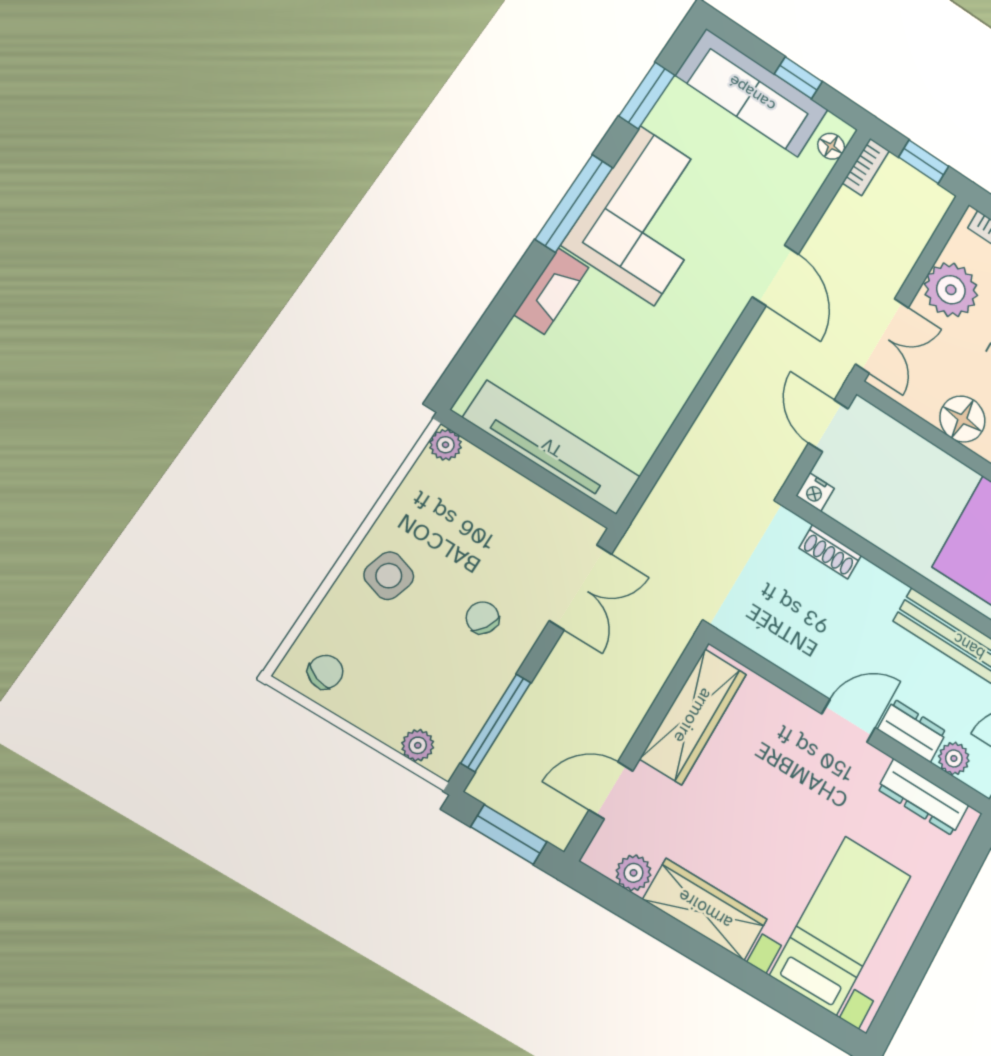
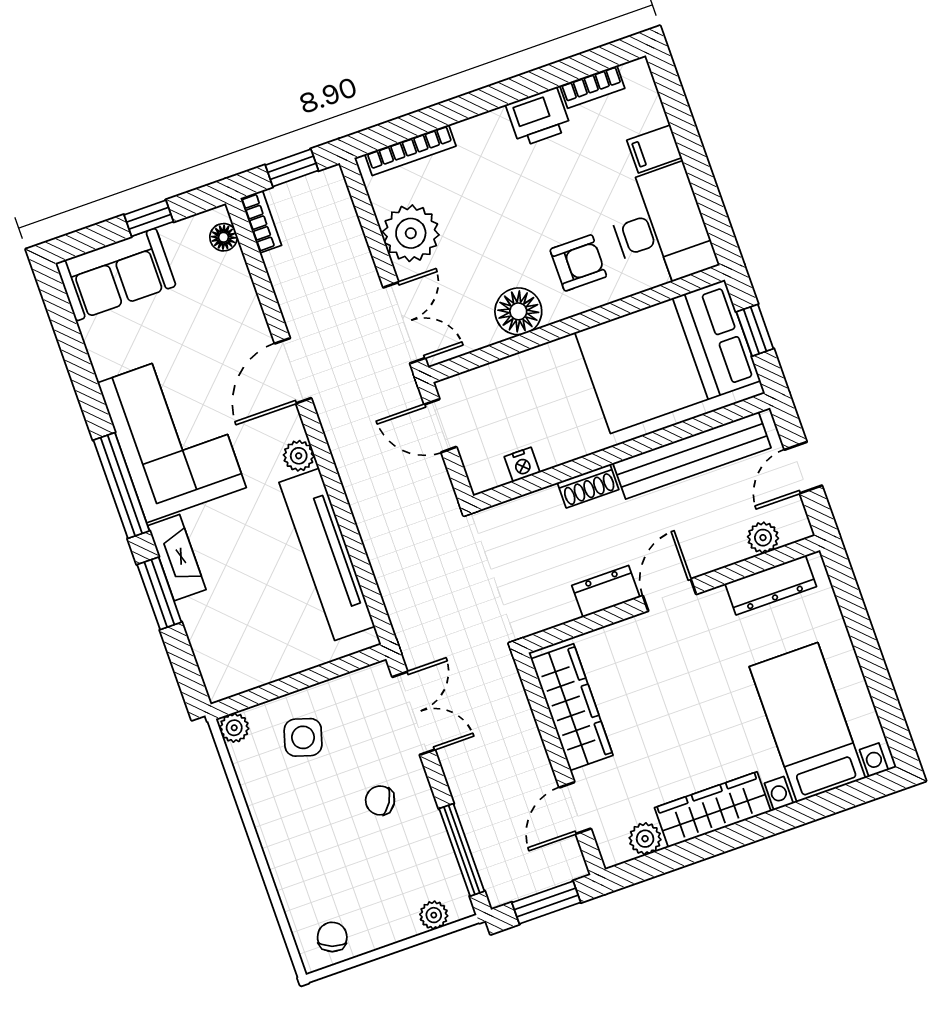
sofa: (752, 93) -> (116, 275), width x0.73
window: (647, 95) -> (159, 593), moved
door: (775, 275) -> (293, 371), swing flipped
plant: (713, 330) -> (299, 456), added
tv unit: (552, 447) -> (327, 554), moved, turned -90
nightstand: (815, 492) -> (522, 465), moved
shoe rack: (830, 552) -> (588, 486), moved
side table: (389, 576) -> (303, 737), moved
dresser: (912, 731) -> (606, 591), moved

